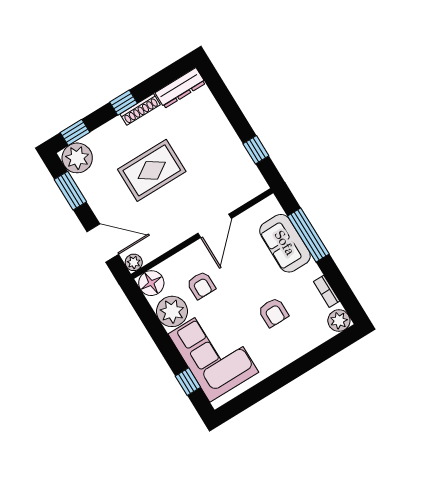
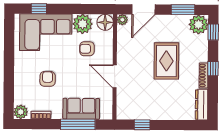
armchair: (273, 312) -> (48, 79), turned 90

